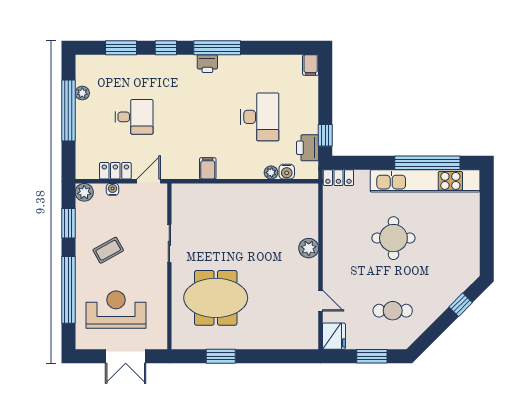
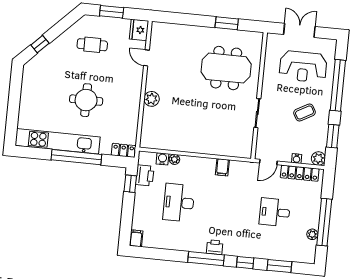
window: (427, 163) -> (76, 157), moved
locker: (115, 171) -> (300, 173), width x1.53

